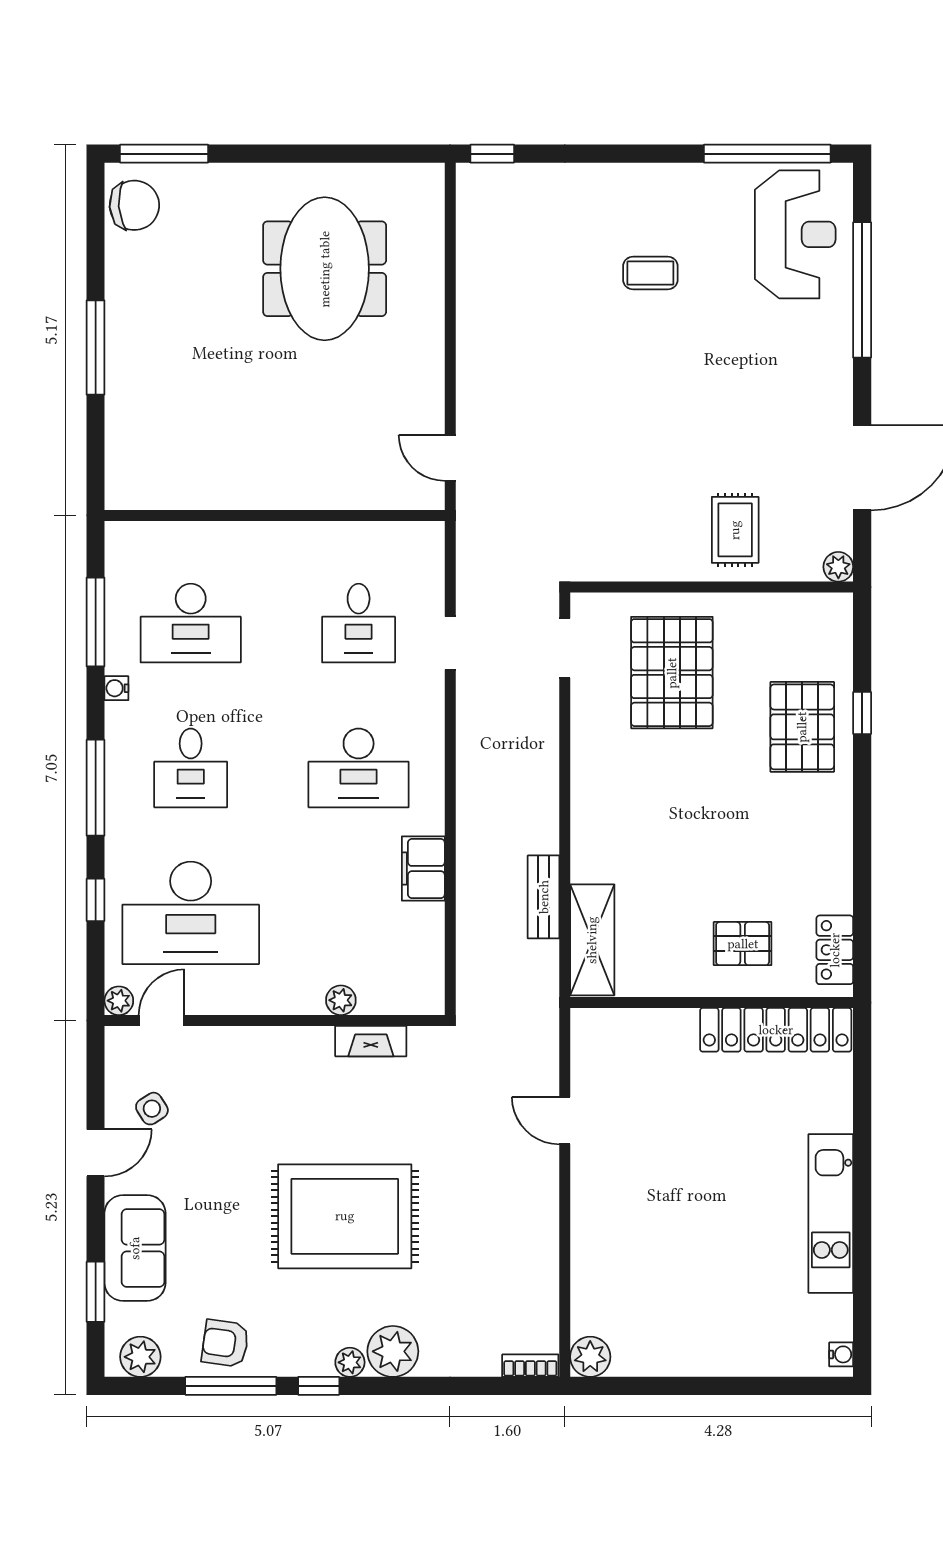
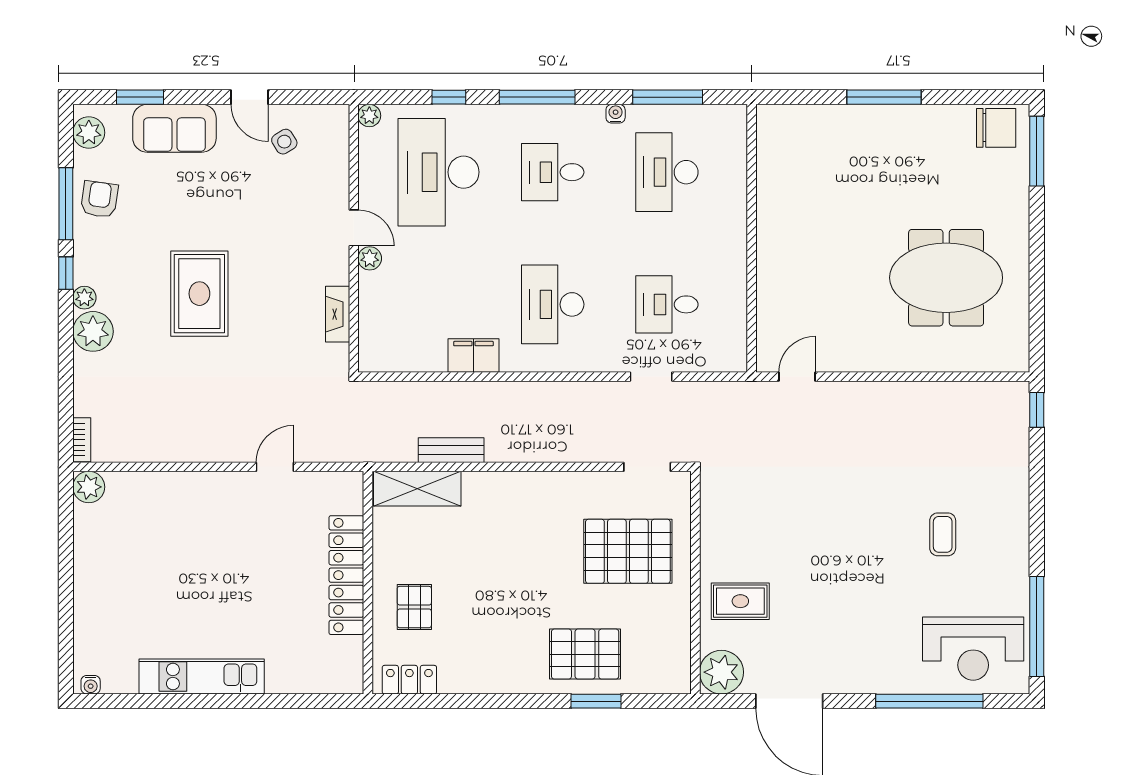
chair: (134, 205) -> (996, 128), turned -86
plant: (838, 567) -> (721, 672), width x1.87, depth x1.87
window: (862, 713) -> (596, 701), width x1.50
plant: (341, 1000) -> (370, 258), moved
door: (162, 1020) -> (354, 228), moved
locker: (776, 1030) -> (346, 575), moved
rug: (345, 1216) -> (199, 294), width x0.73, depth x0.69

